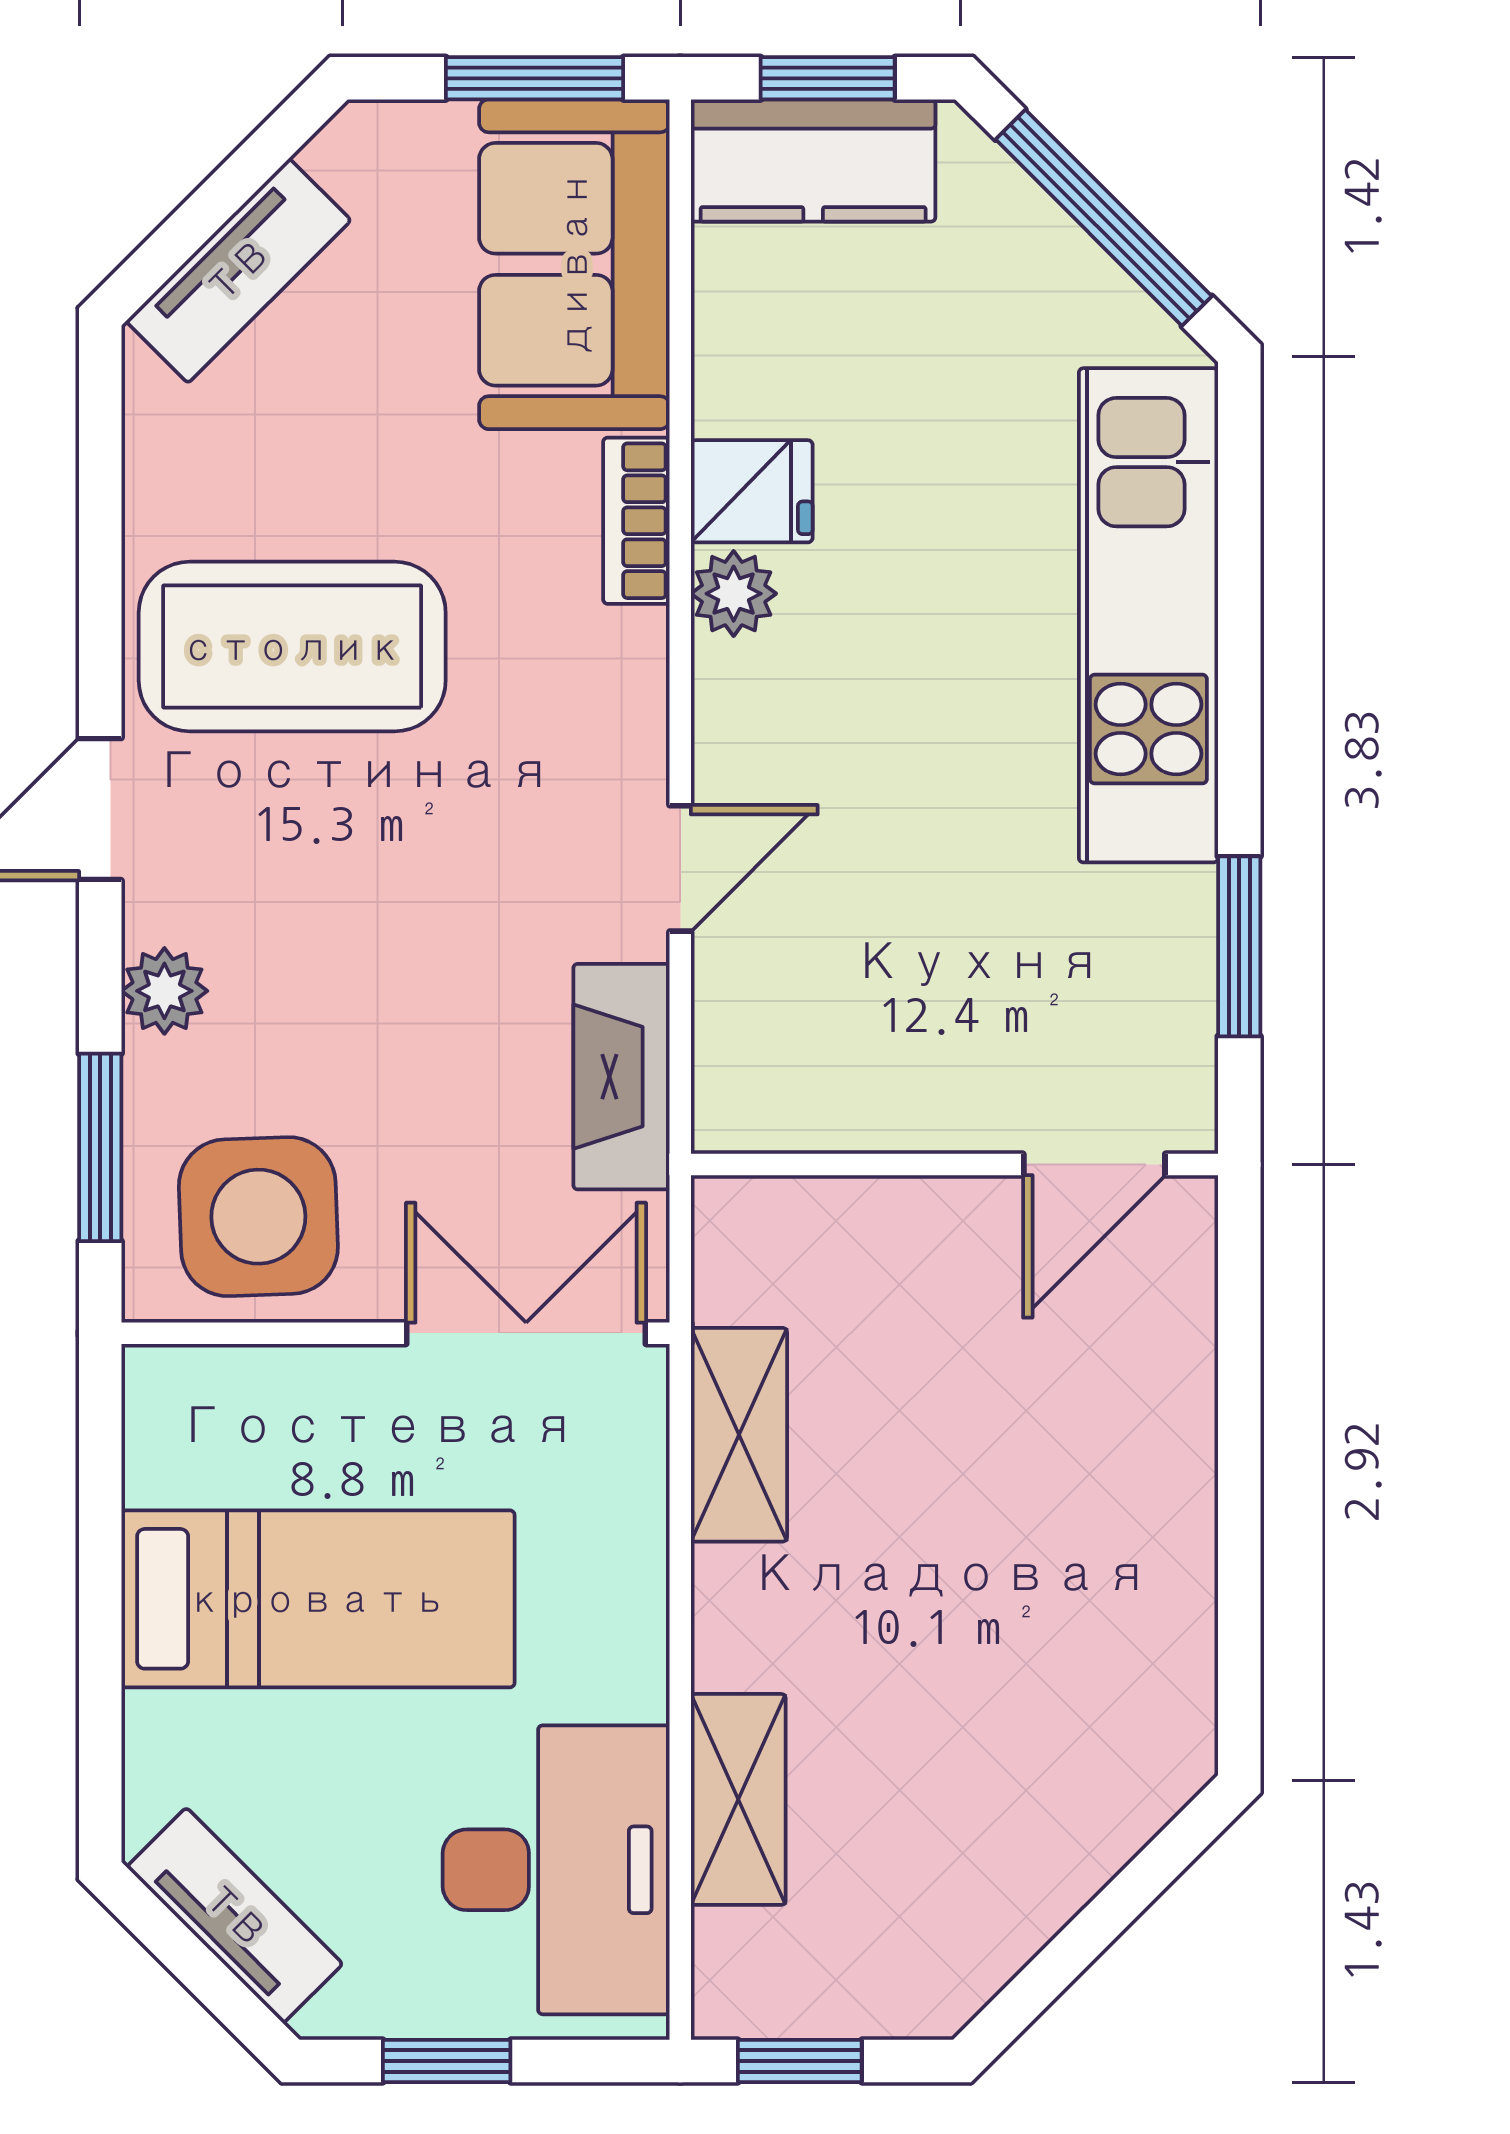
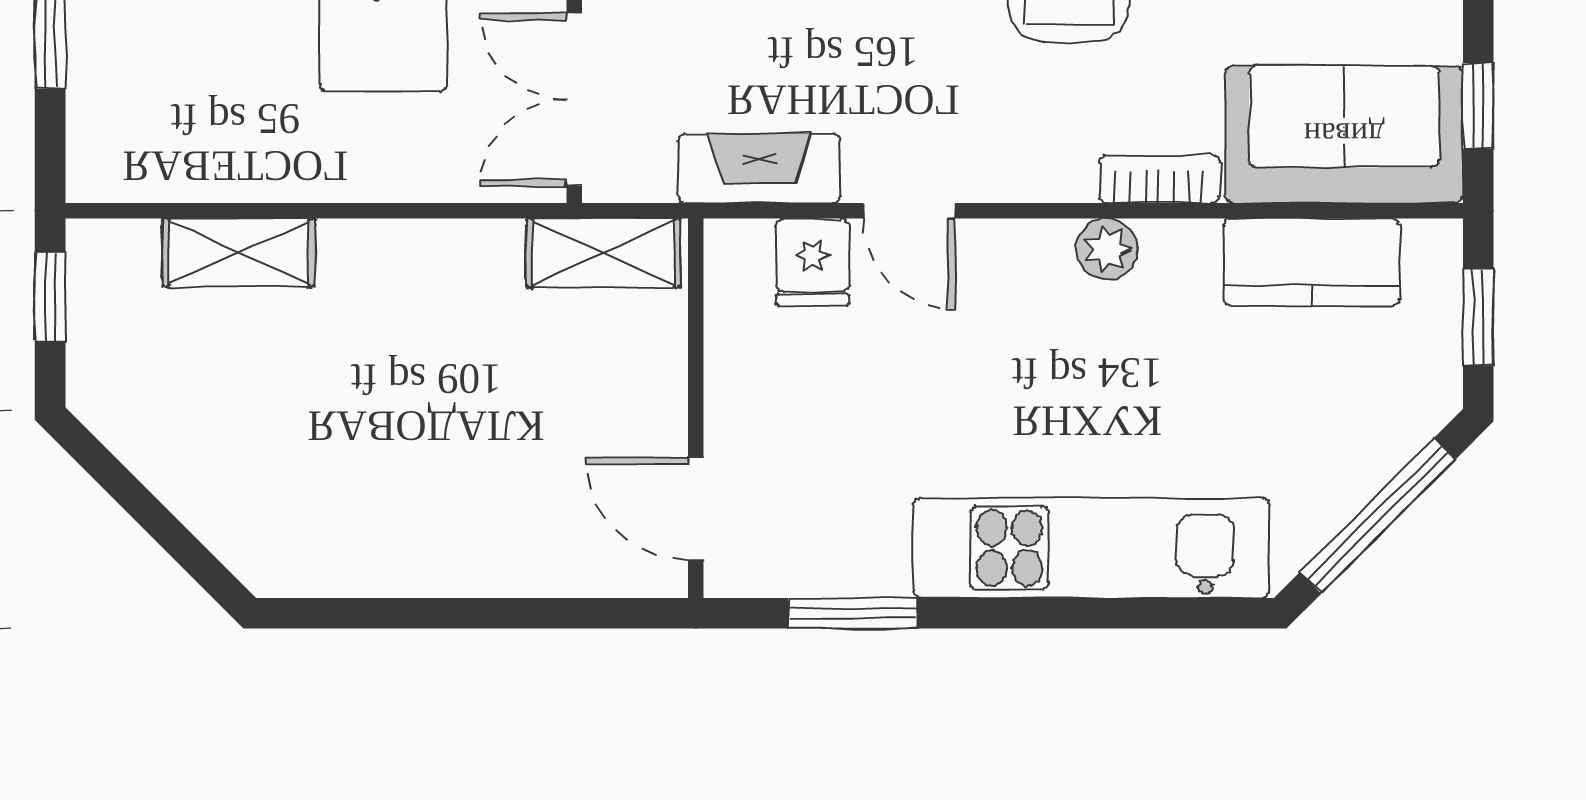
window: (535, 78) -> (1478, 106), width x0.67
kitchen counter: (813, 161) -> (1312, 262), moved, turned -90
fridge: (752, 491) -> (813, 262), moved
double door: (526, 1333) -> (574, 100), swing flipped
shelving: (739, 1435) -> (604, 253), moved
desk: (556, 1870) -> (188, 121), removed

